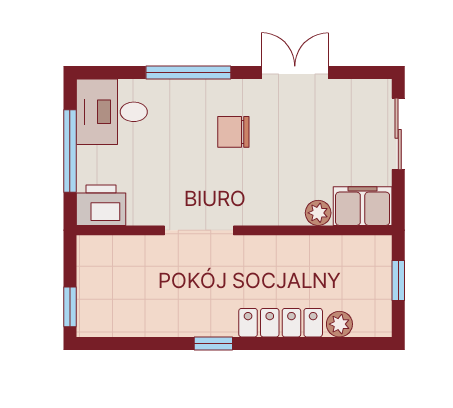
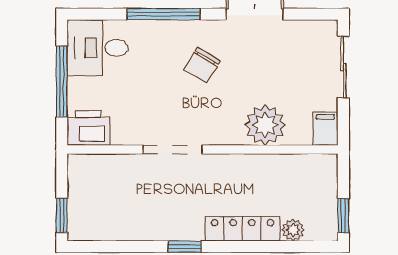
chair: (233, 132) -> (202, 65), turned -59
filing cabinet: (363, 206) -> (325, 129), width x0.50
plant: (318, 213) -> (265, 125), width x1.88, depth x1.88
window: (398, 281) -> (343, 216), moved

